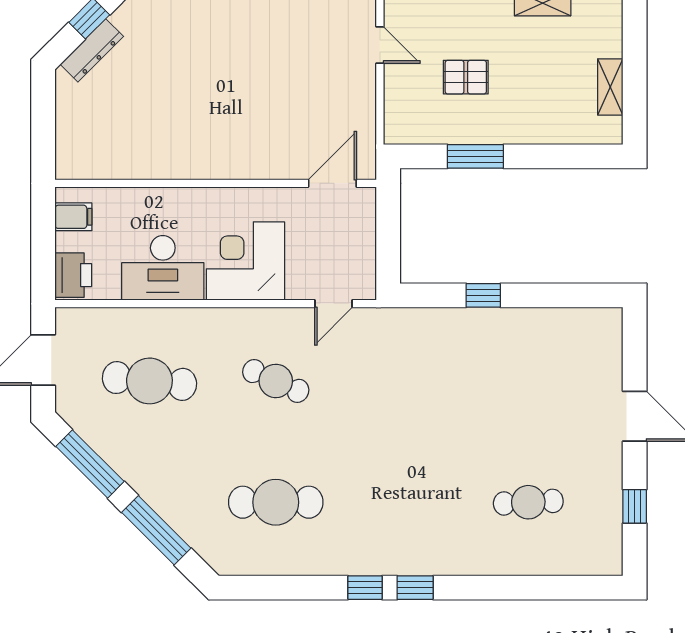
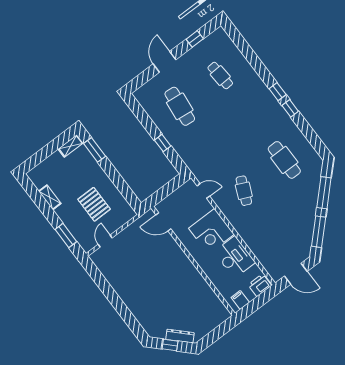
pallet: (466, 77) -> (94, 204), width x1.50, depth x1.42
shelving: (610, 87) -> (71, 146), moved
window: (475, 156) -> (95, 150), moved
cafe table: (149, 381) -> (180, 106), moved

